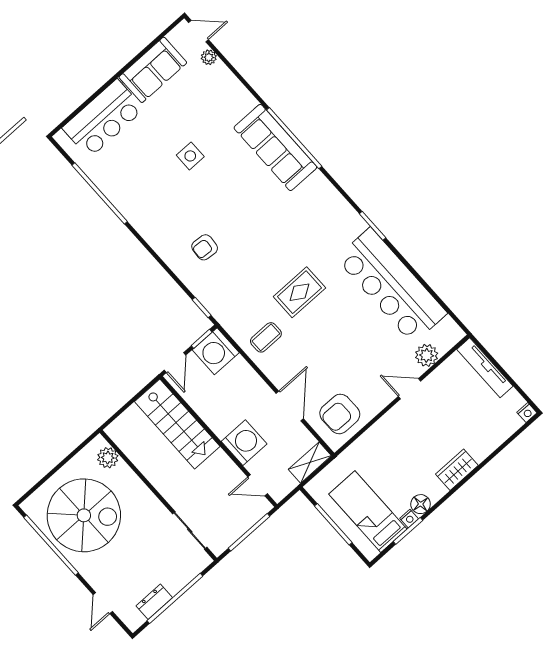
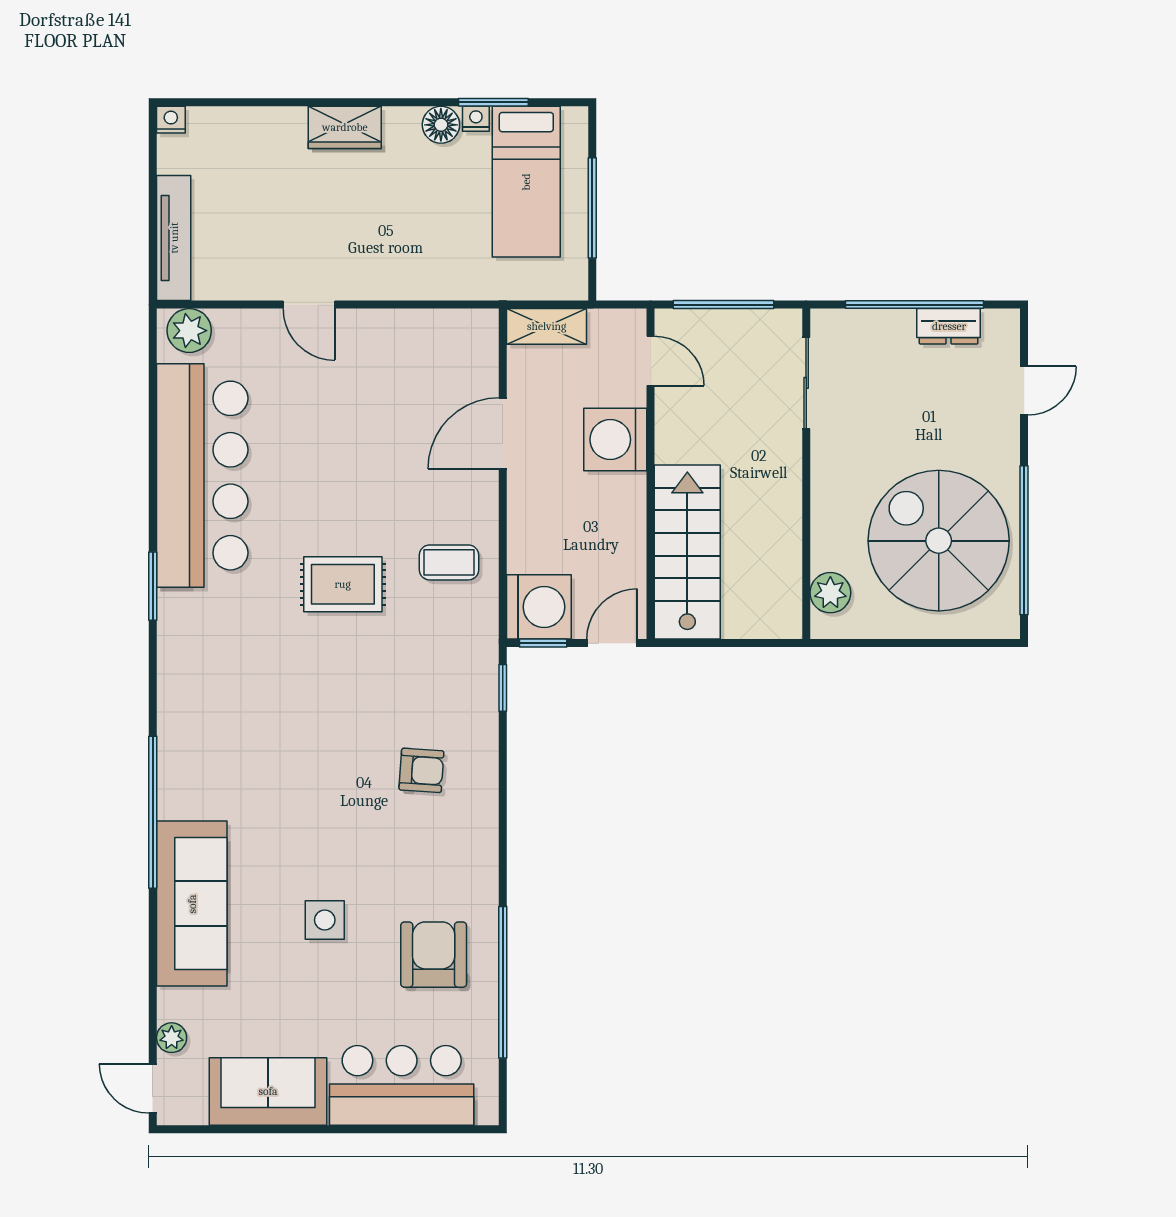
sofa: (275, 147) -> (192, 904), moved
plant: (427, 355) -> (189, 331), moved
armchair: (340, 414) -> (434, 955), moved, turned -90

